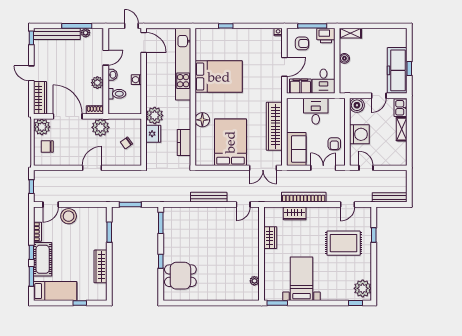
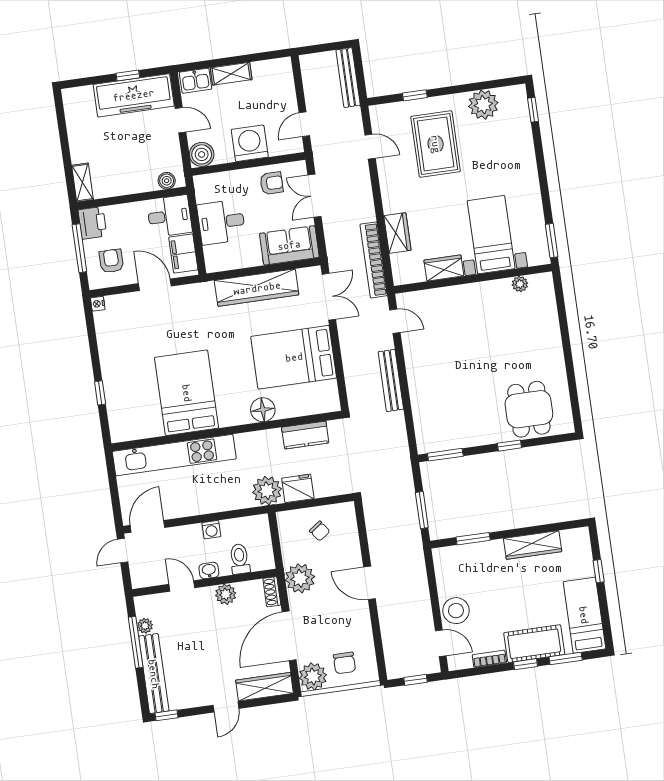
boiler: (344, 58) -> (167, 181), moved
bookcase: (304, 197) -> (374, 260), moved
bed with nightstands: (302, 279) -> (491, 235), moved, turned 90
plant: (363, 288) -> (483, 105), moved

